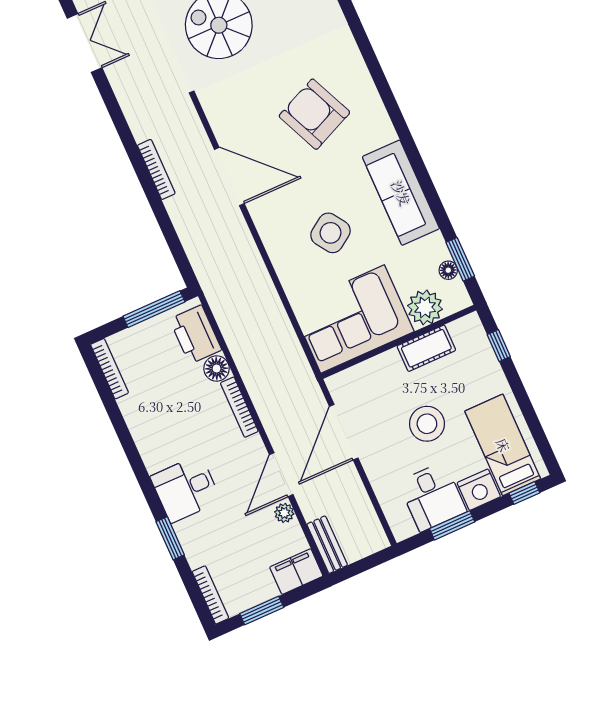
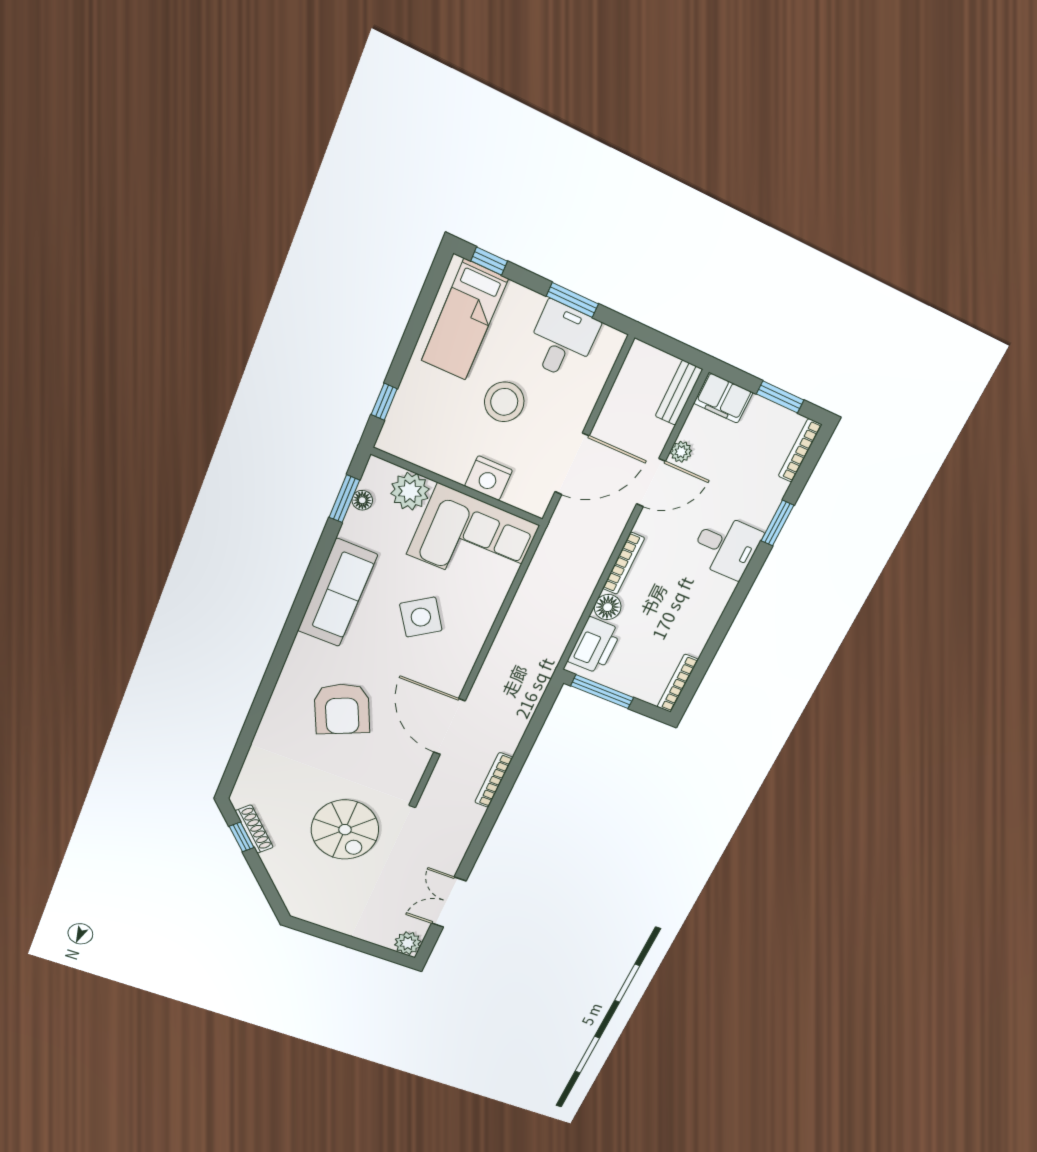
cot: (426, 348) -> (442, 460), removed
nightstand: (479, 490) -> (489, 478), moved, turned 180

